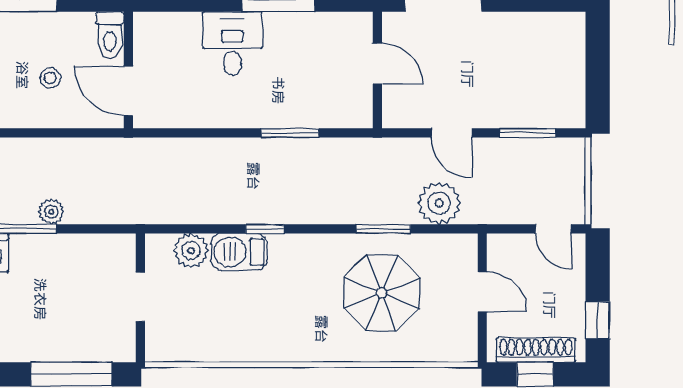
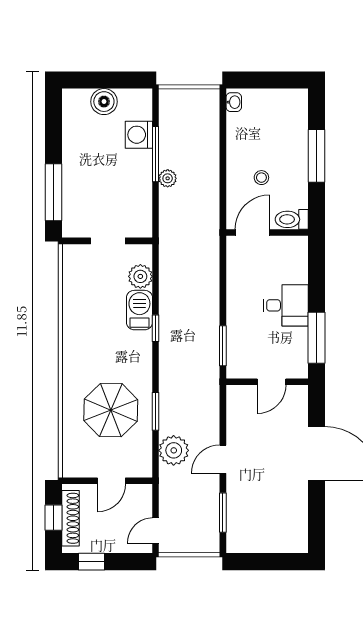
door: (377, 64) -> (272, 382), moved
wall: (377, 70) -> (267, 382), moved

